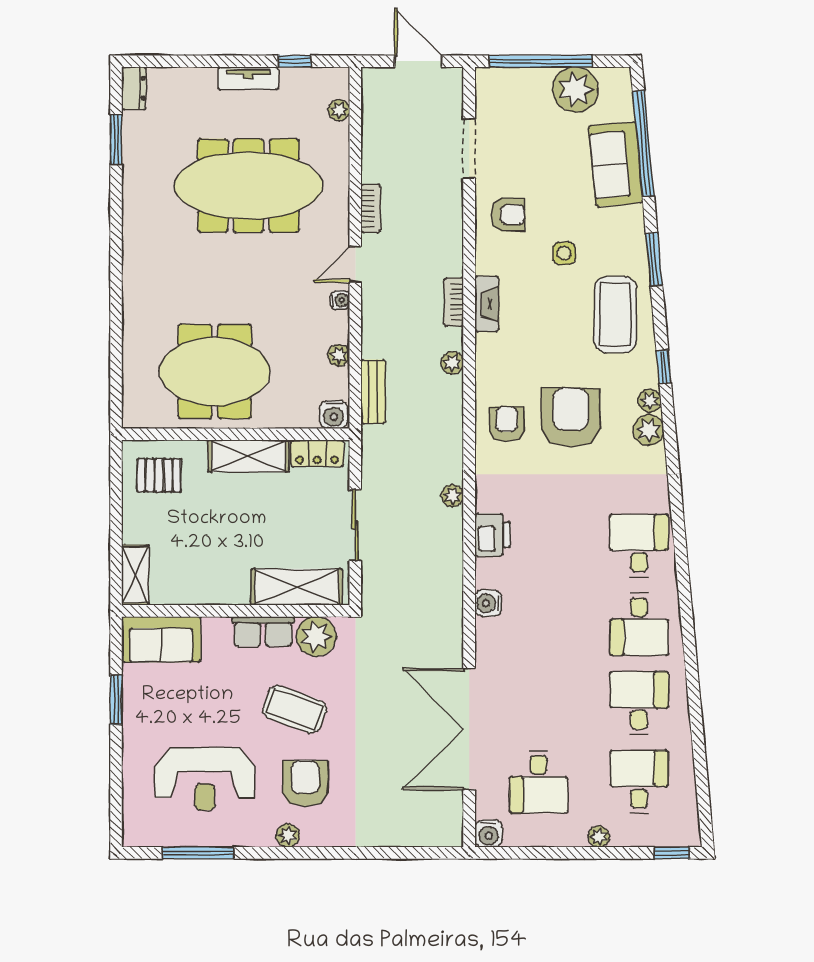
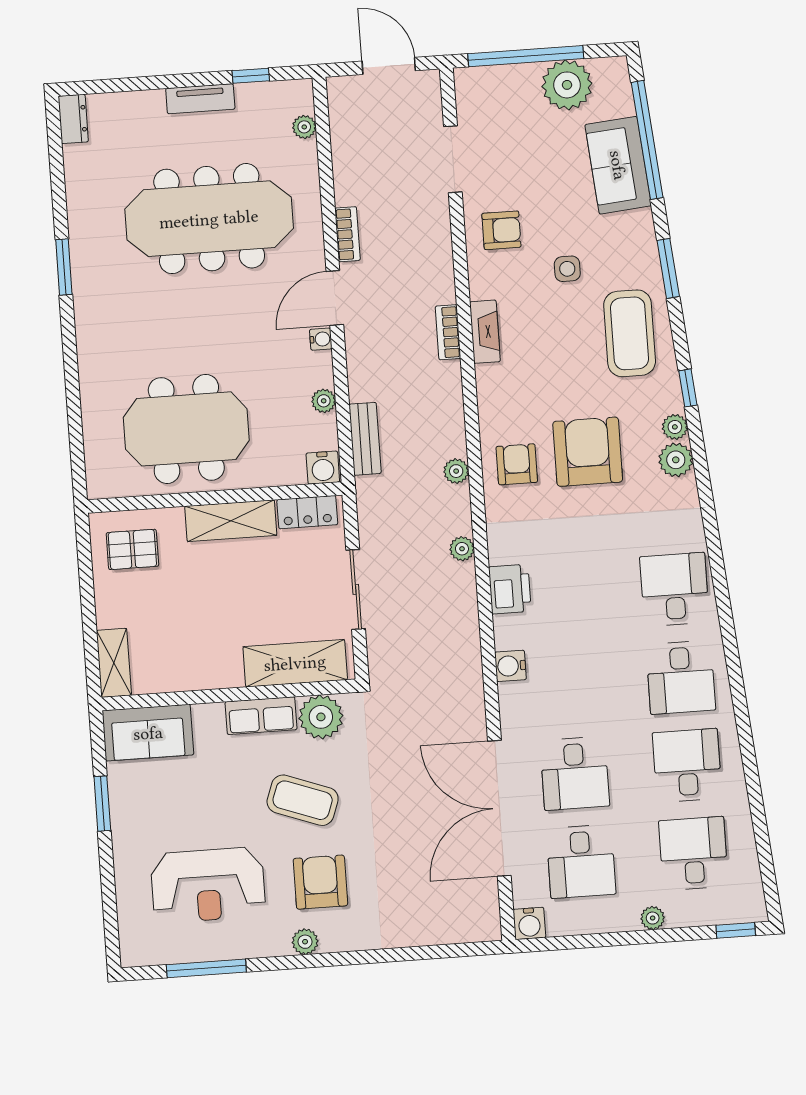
window: (116, 139) -> (64, 267), moved
door: (355, 264) -> (335, 298), width x1.38
plant: (452, 363) -> (456, 471), moved
desk: (539, 703) -> (575, 773), added

